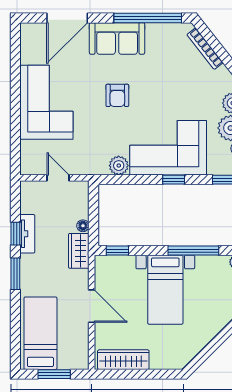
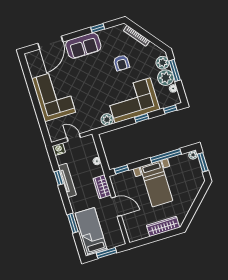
window: (148, 18) -> (98, 28), width x0.32
armchair: (117, 95) -> (121, 63), moved
nightstand: (29, 189) -> (59, 149), added
tv unit: (27, 234) -> (67, 180), width x1.41
wardrobe: (79, 251) -> (102, 187), moved
window: (15, 274) -> (73, 223), moved
wardrobe: (123, 360) -> (163, 226), moved

